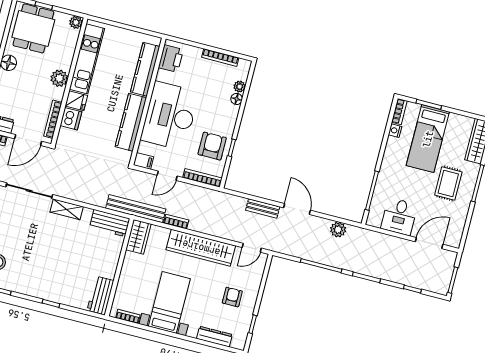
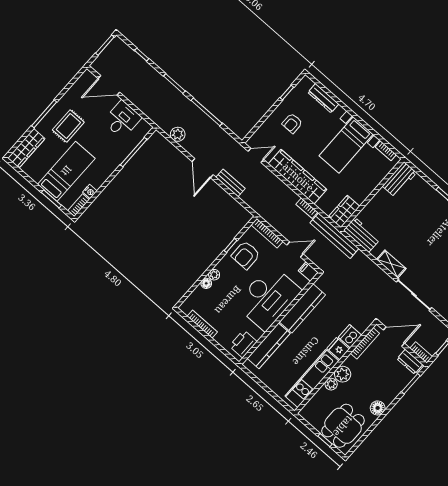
plant: (76, 22) -> (331, 384), moved
plant: (240, 87) -> (214, 275), moved

